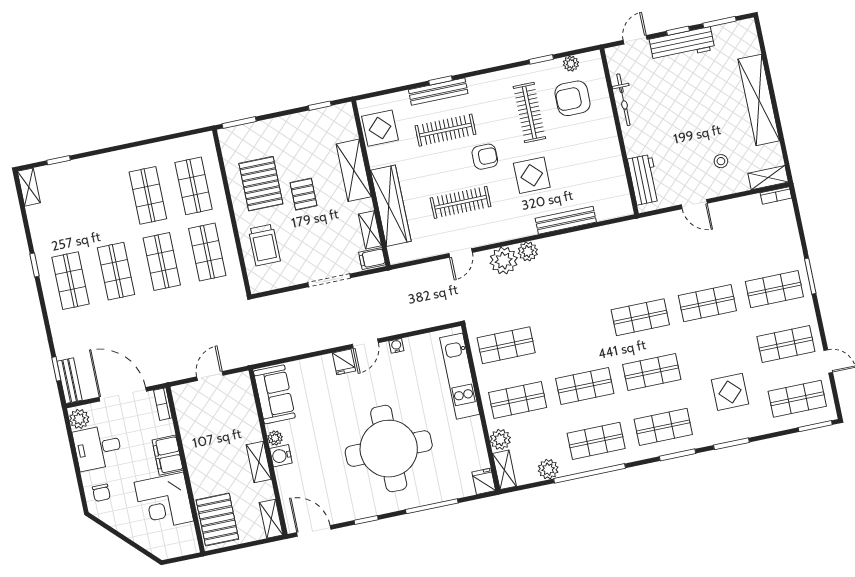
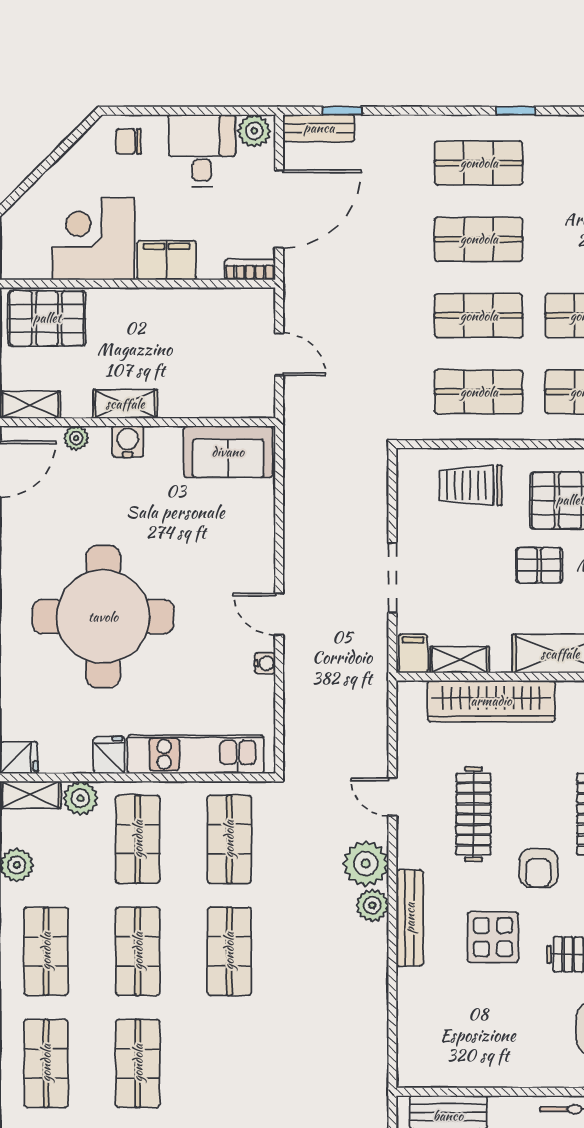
bench: (566, 220) -> (410, 918), moved
shop shelf: (640, 317) -> (229, 951), moved
fridge: (344, 362) -> (109, 755), moved, turned 90
plant: (275, 438) -> (76, 438), moved

